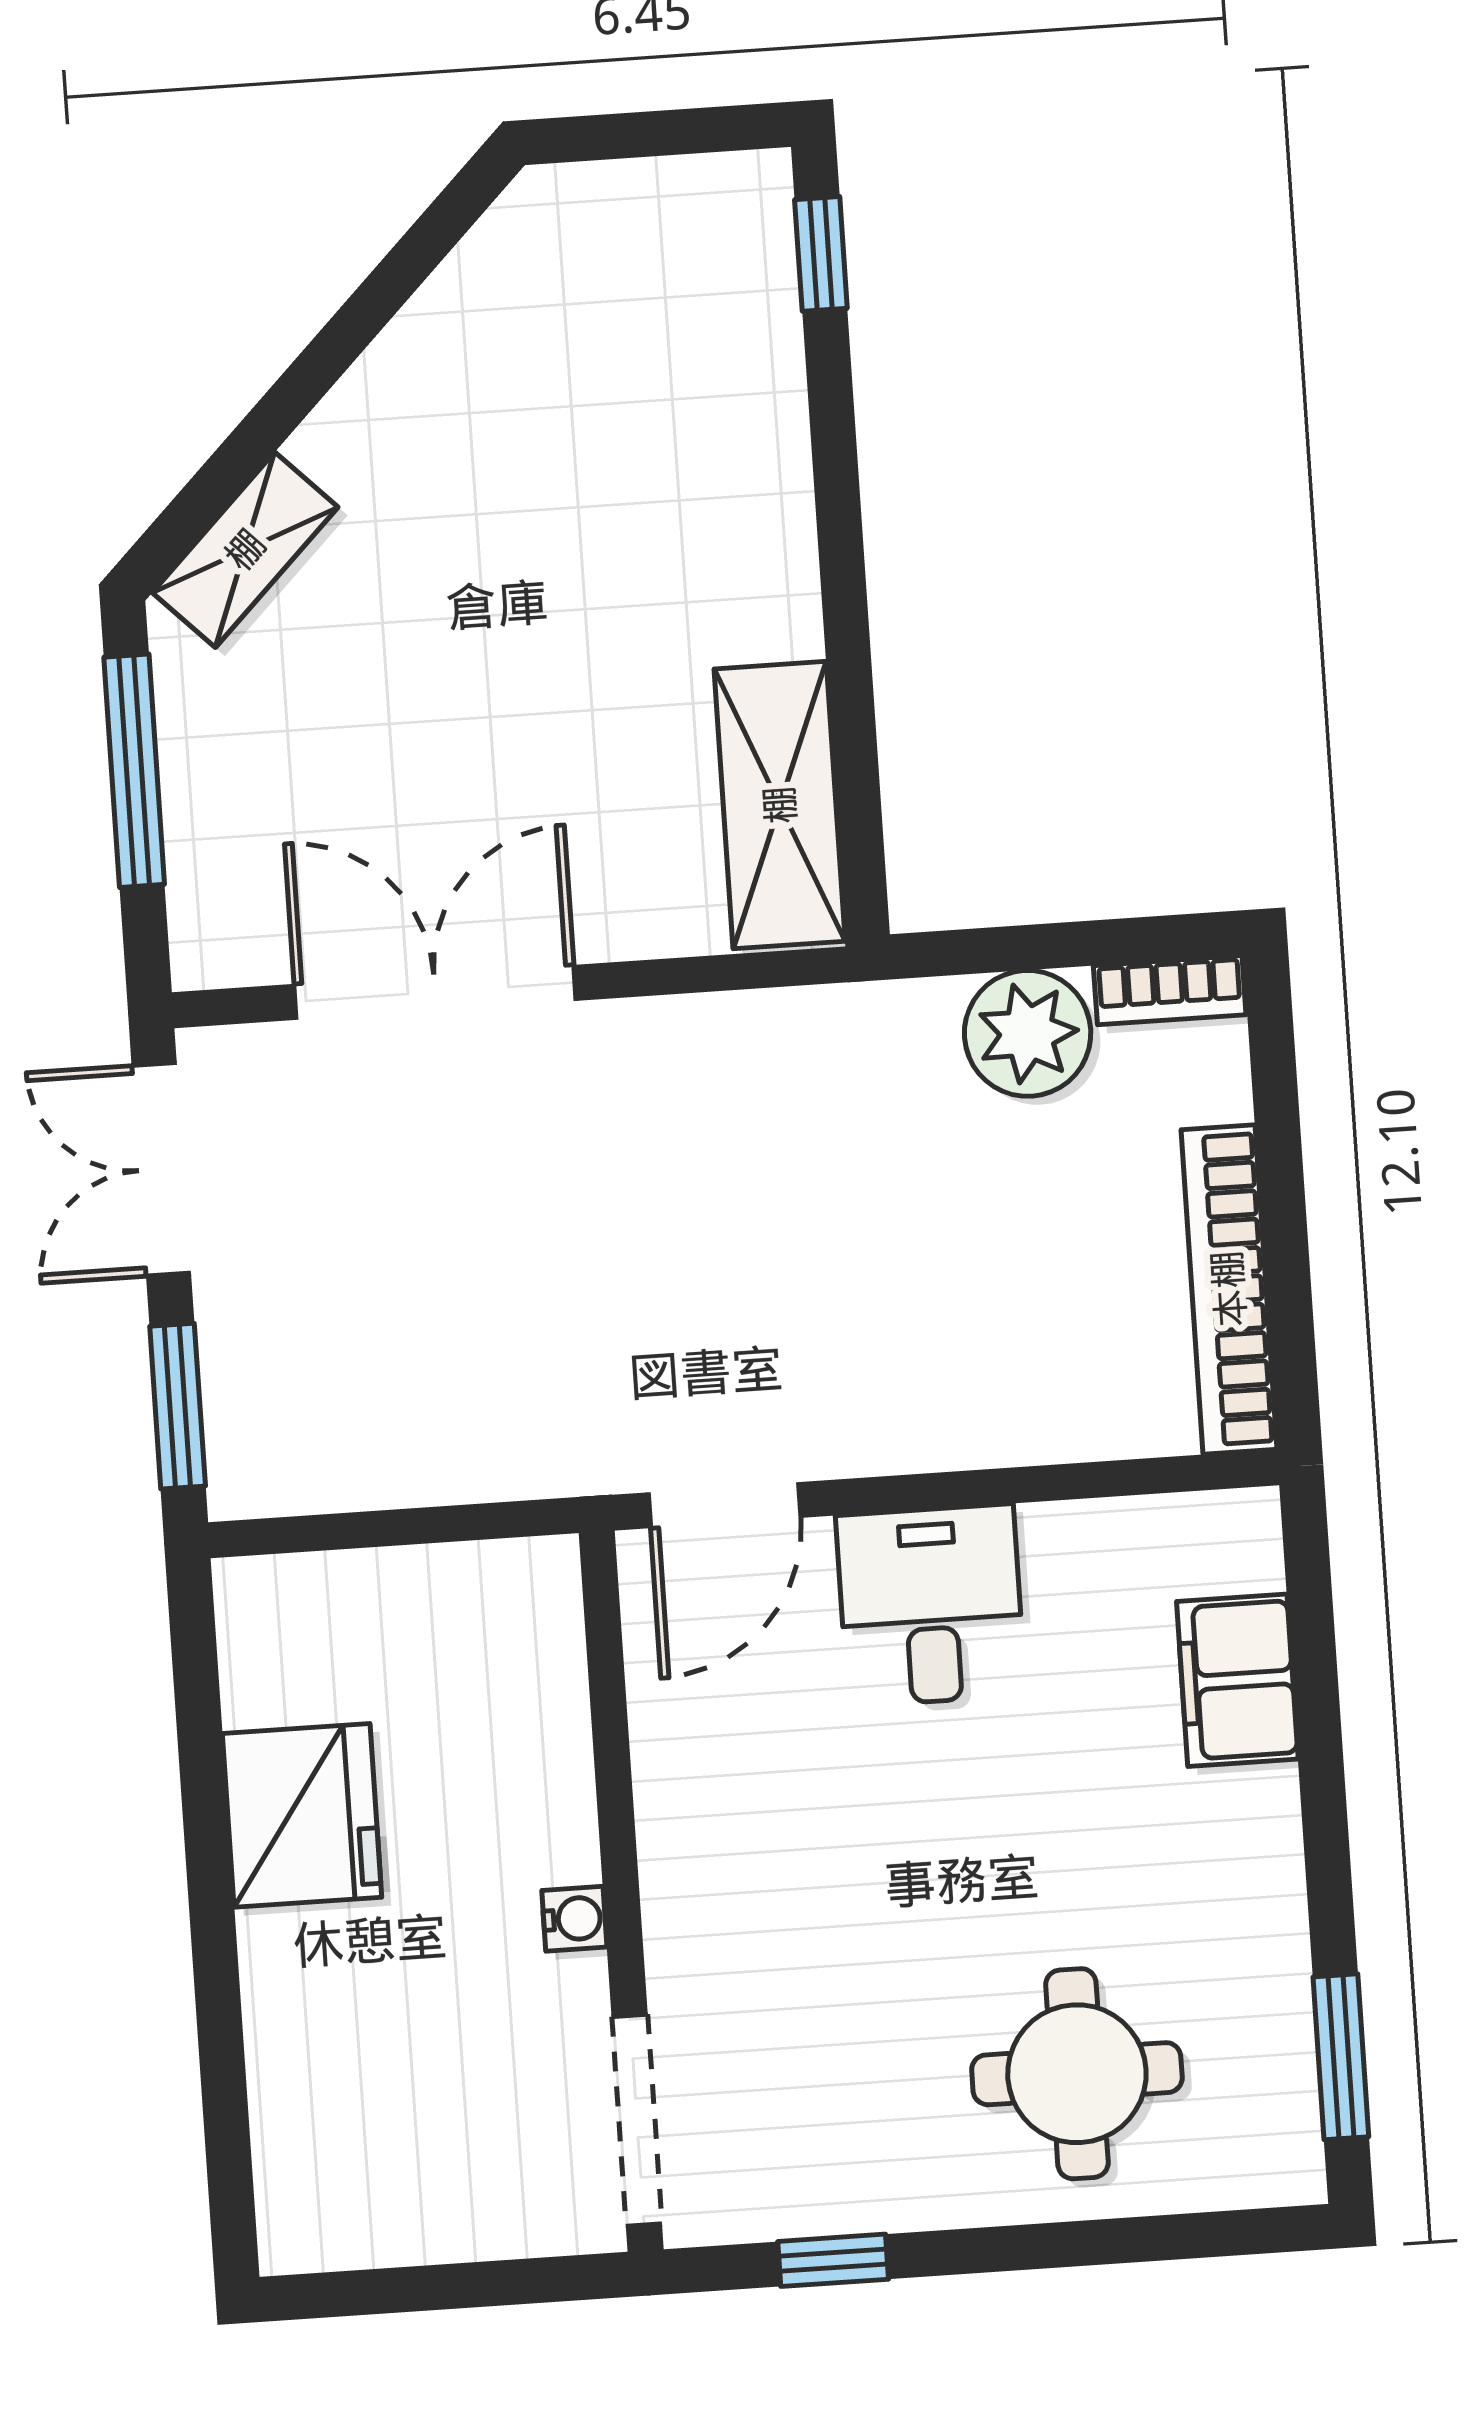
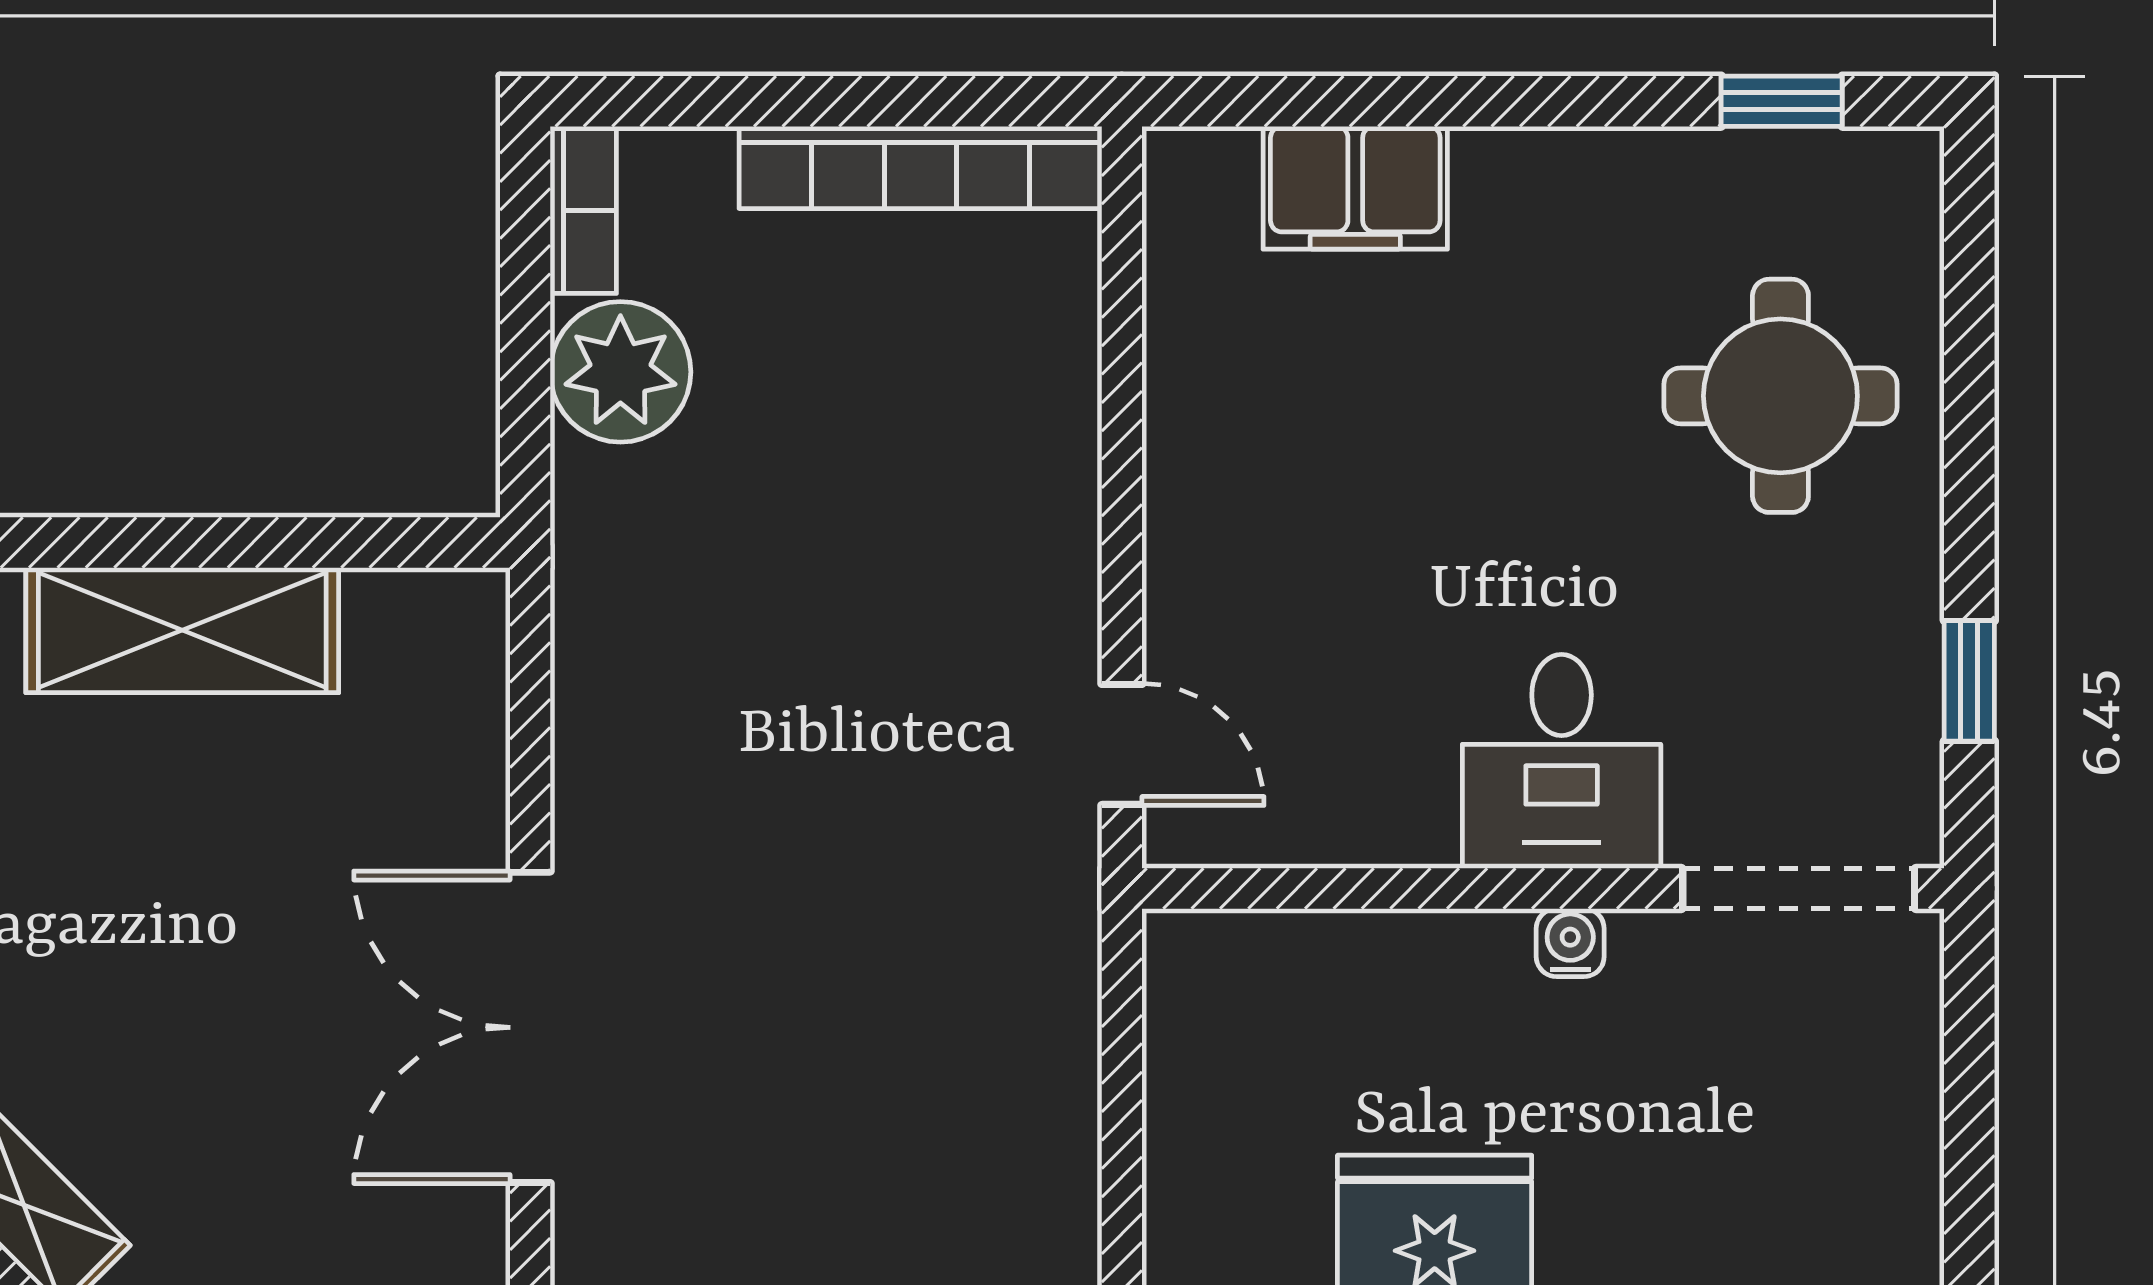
shelving: (780, 805) -> (182, 630), moved
door: (724, 1505) -> (1122, 744), width x0.73
desk: (931, 1605) -> (1562, 761), moved, turned -90
window: (1341, 2057) -> (1782, 101), width x0.67

